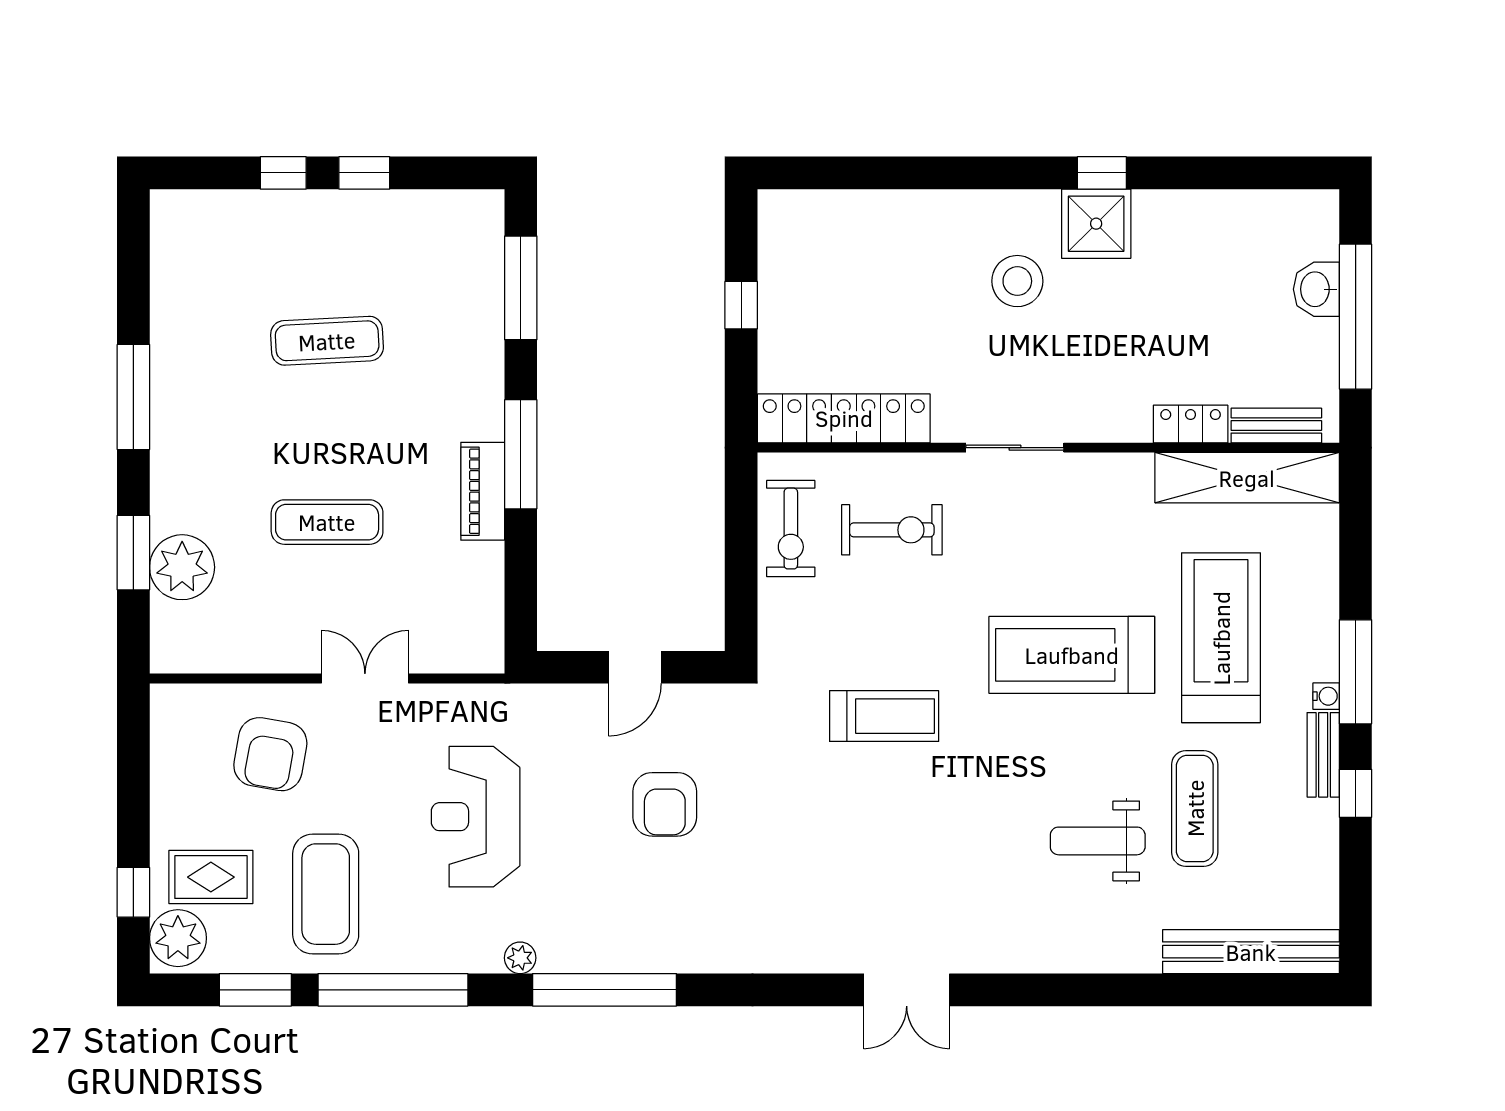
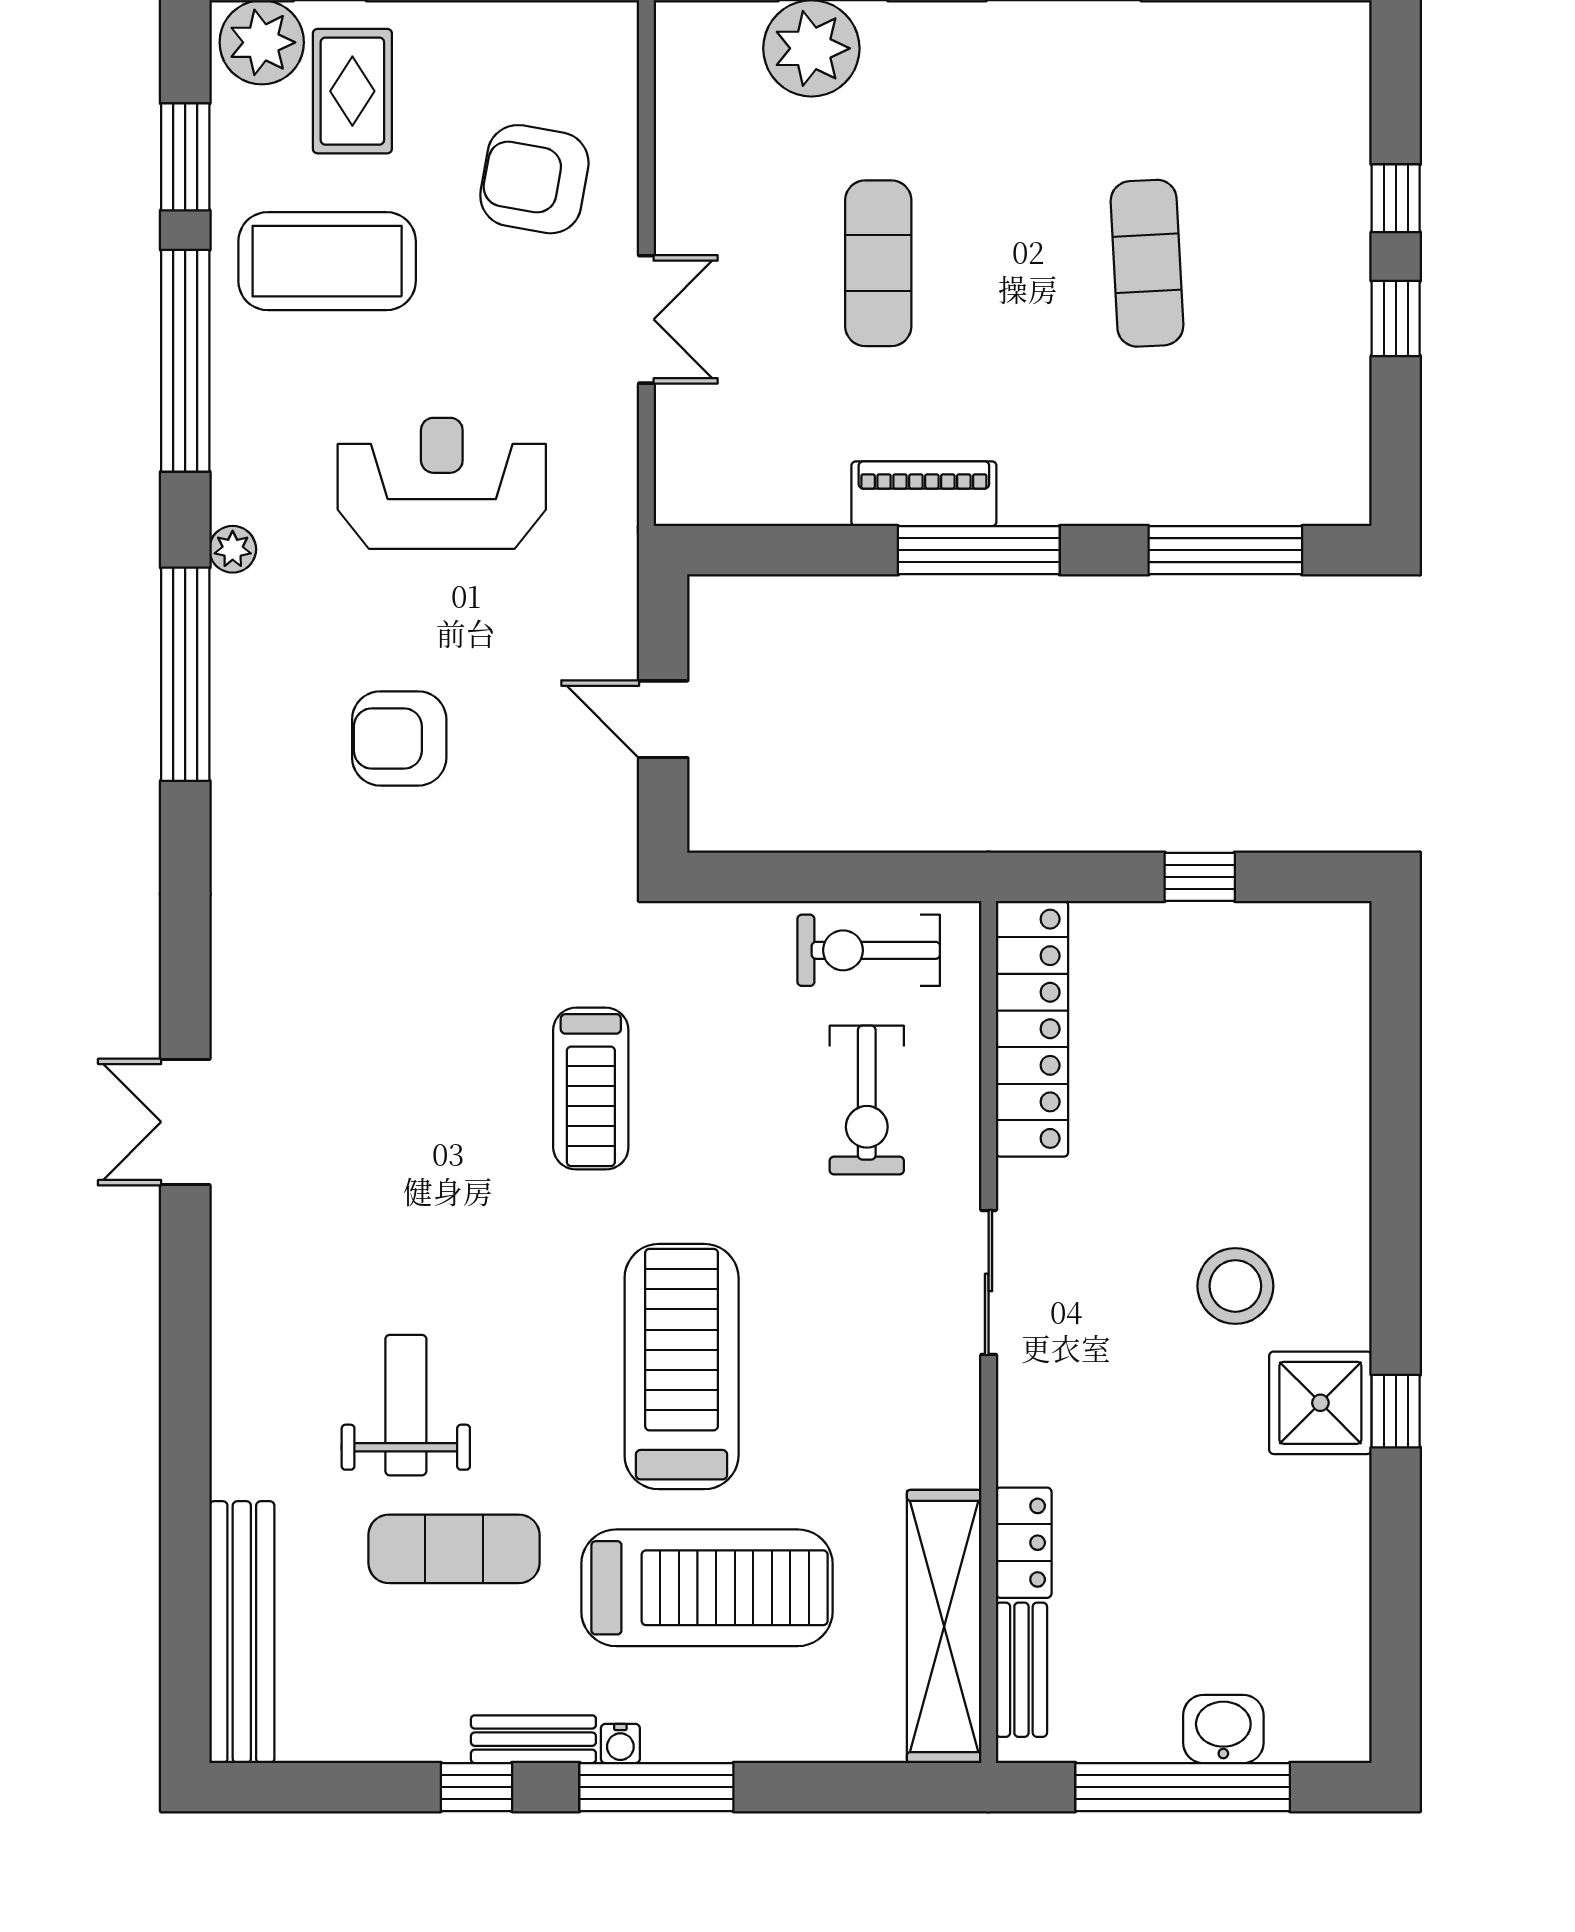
armchair: (665, 804) -> (399, 738), moved

